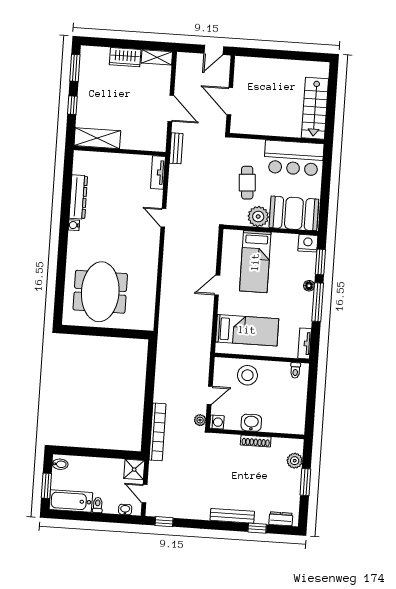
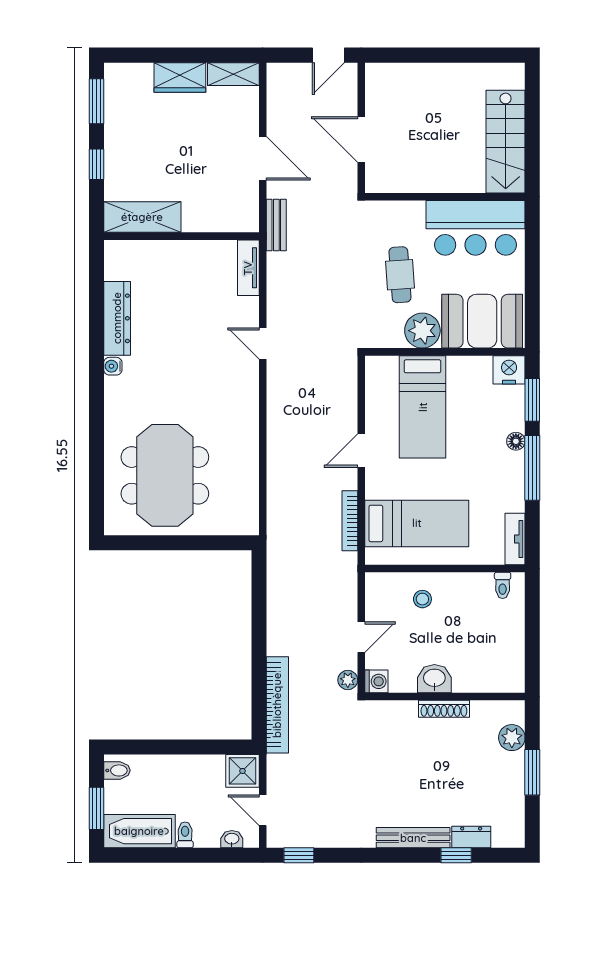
bookcase: (208, 326) -> (350, 521), added
stool: (247, 375) -> (422, 599), width x0.53, depth x0.53
dresser: (281, 519) -> (471, 837), moved

